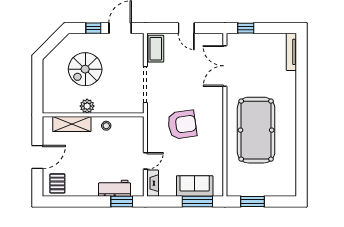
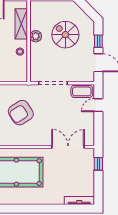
door: (186, 28) -> (98, 105), moved
armchair: (182, 125) -> (21, 113), turned 65

